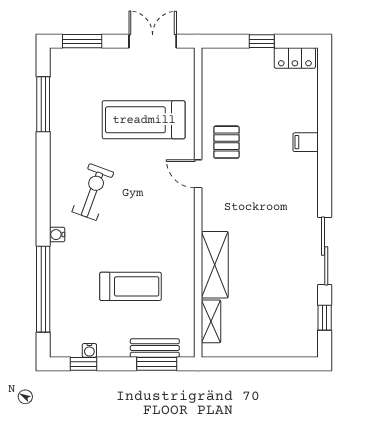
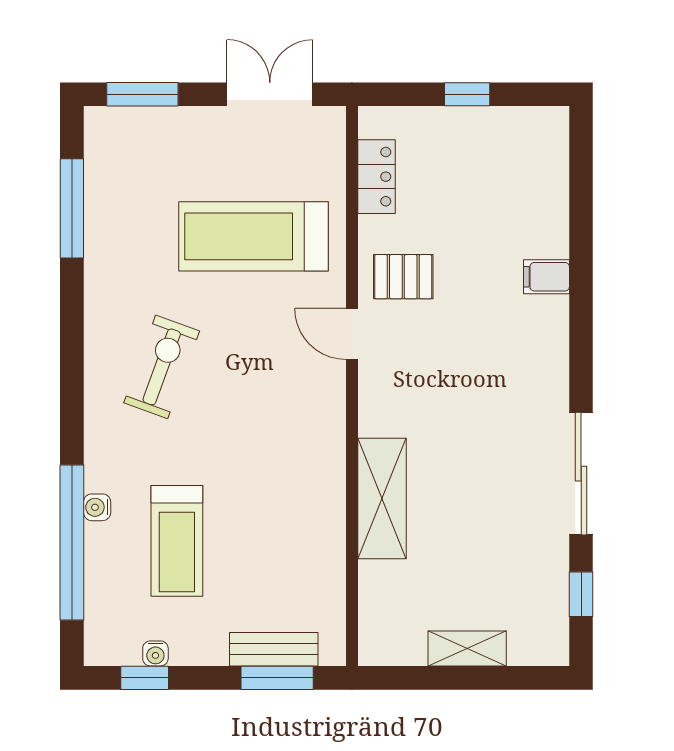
locker: (295, 58) -> (376, 177), moved, turned -90
pallet: (226, 142) -> (403, 277), turned 90
water cooler: (57, 235) -> (97, 507), moved
treadmill: (131, 286) -> (177, 541), moved, turned 90
shelving: (211, 321) -> (467, 648), moved, turned 90

